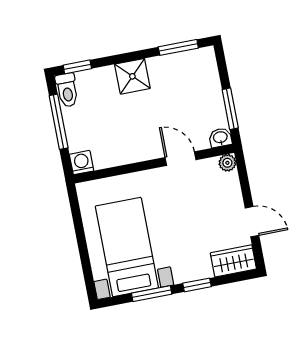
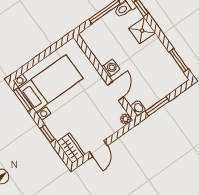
shower: (132, 76) -> (142, 31), moved
washing machine: (82, 163) -> (111, 68), moved
window: (152, 294) -> (23, 100), moved

